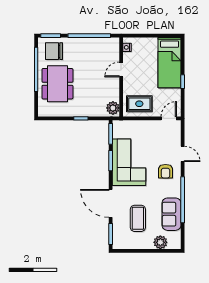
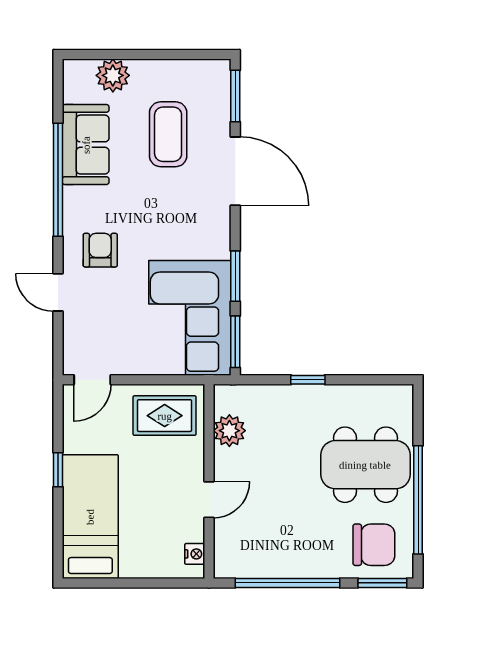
dining table: (57, 84) -> (365, 465), turned 90
plant: (113, 108) -> (229, 431), moved
corner sofa: (129, 162) -> (190, 318), moved

